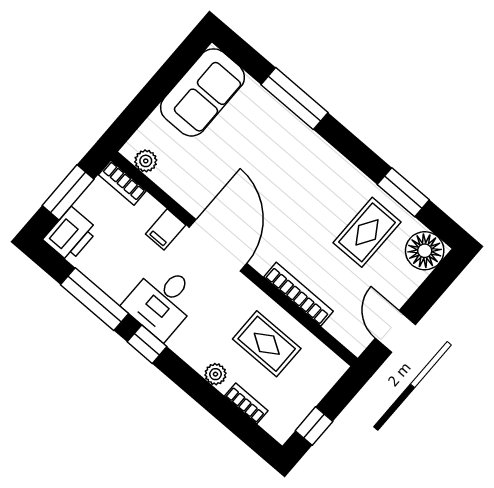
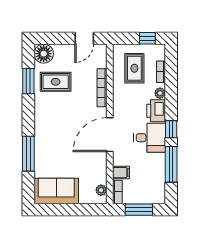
filing cabinet: (166, 229) -> (121, 173), moved
printer: (71, 235) -> (156, 111), moved, turned -90
rug: (267, 344) -> (134, 68), moved

